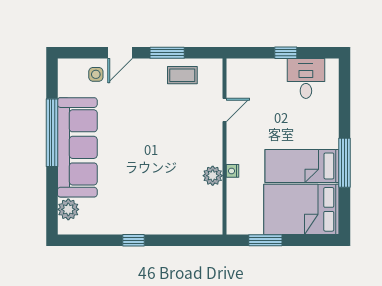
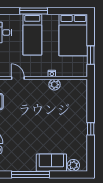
sofa: (77, 147) -> (51, 163), width x0.54, depth x0.79
window: (345, 163) -> (34, 11), moved
bed: (302, 166) -> (32, 35), moved

